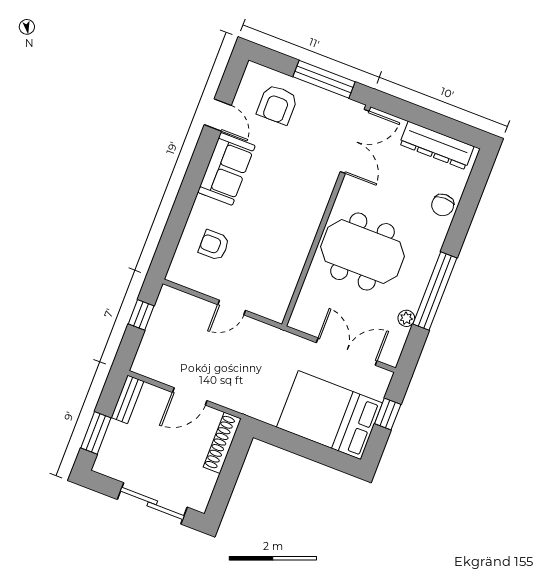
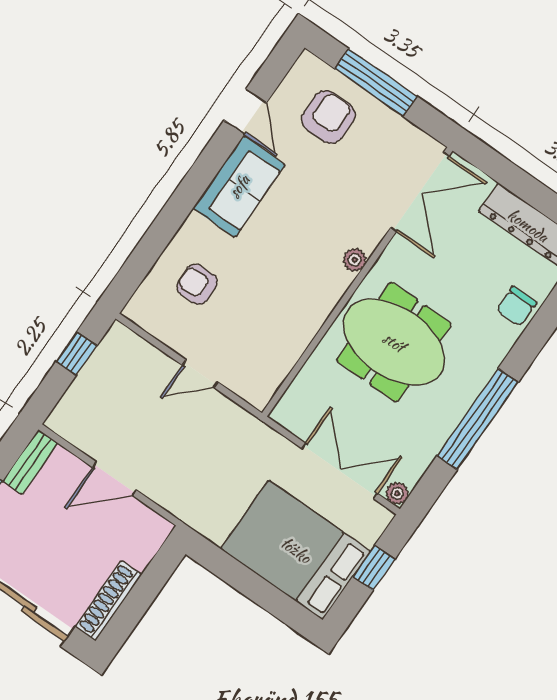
window: (324, 79) -> (376, 82), moved
armchair: (277, 105) -> (328, 117), turned 180
plant: (321, 200) -> (355, 260), added
plant: (406, 318) -> (397, 494), moved
shoe rack: (222, 443) -> (109, 601), moved

